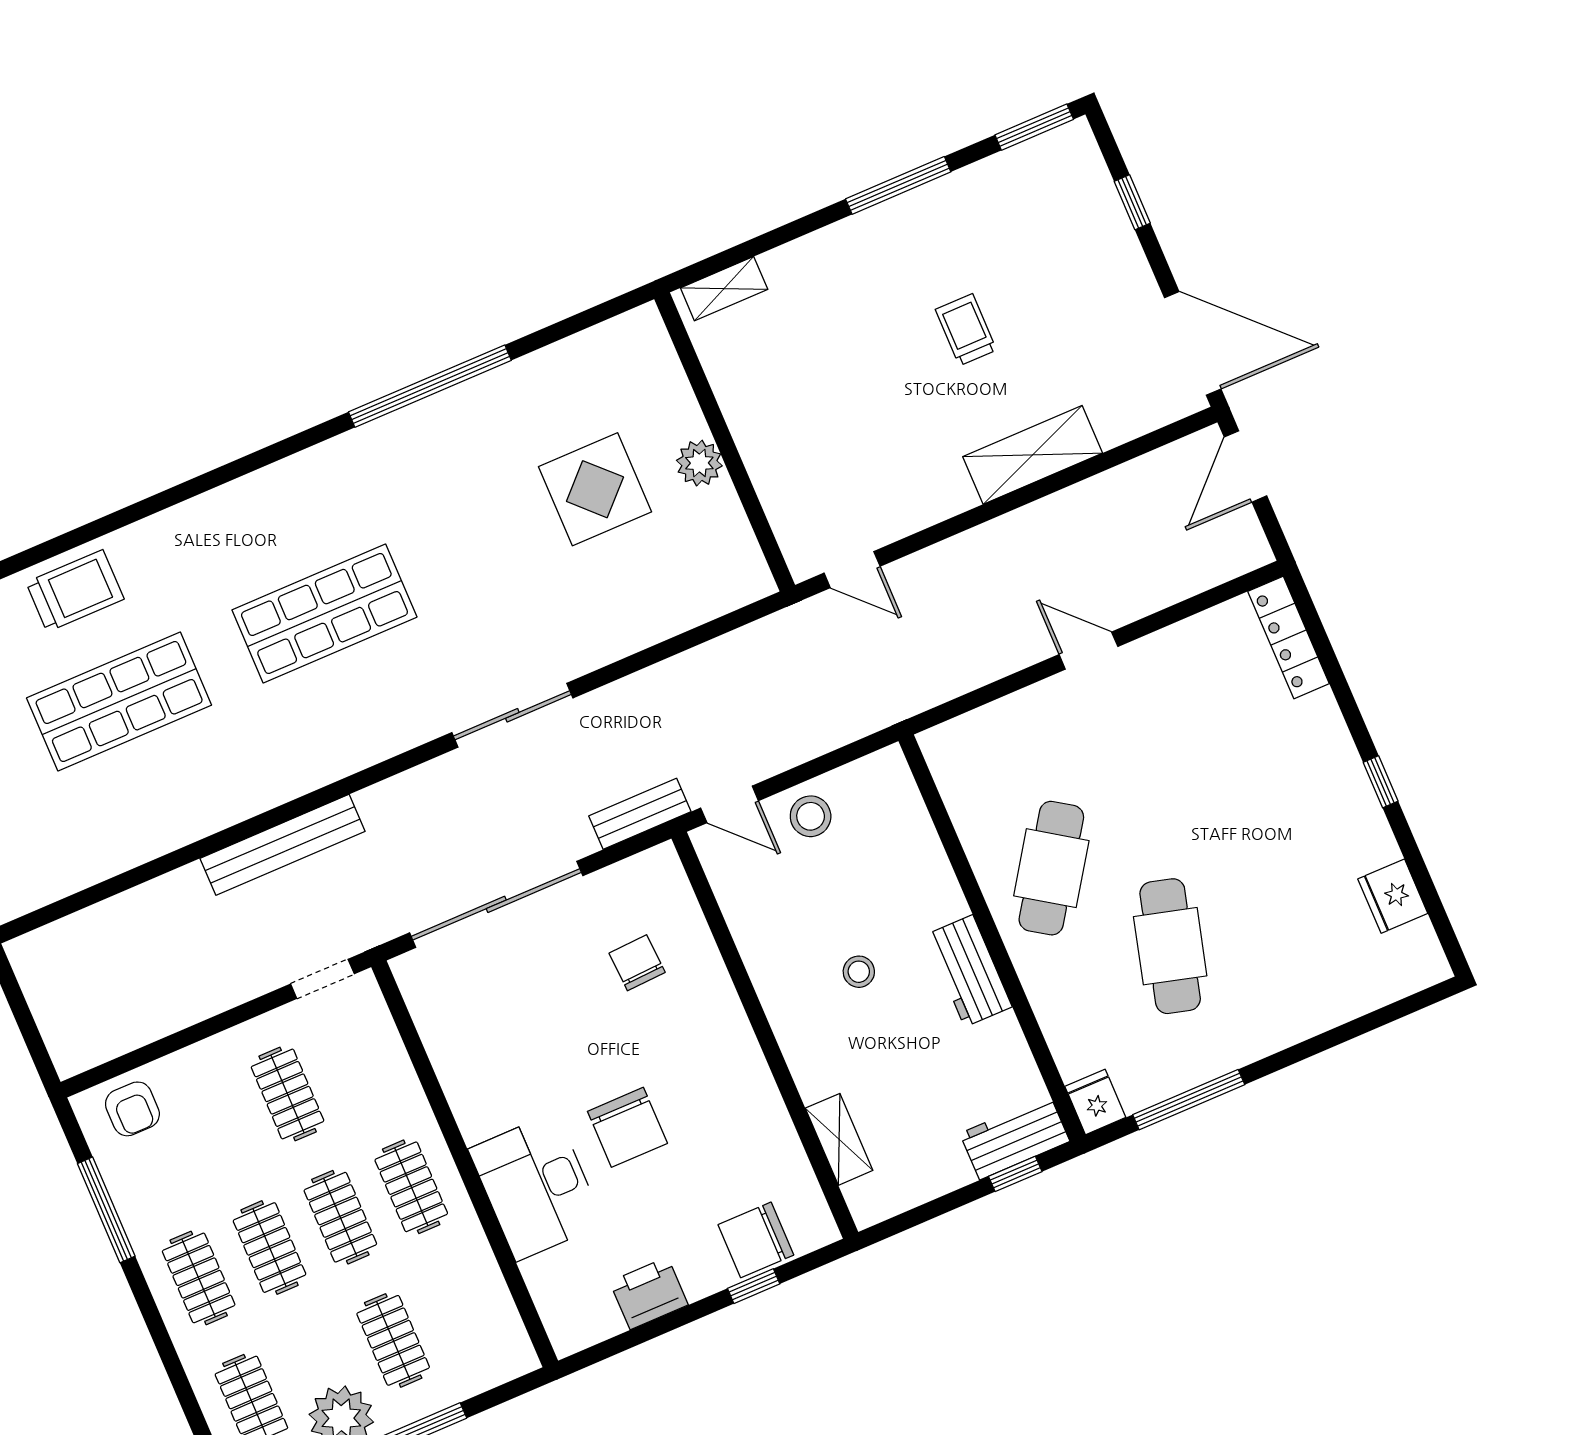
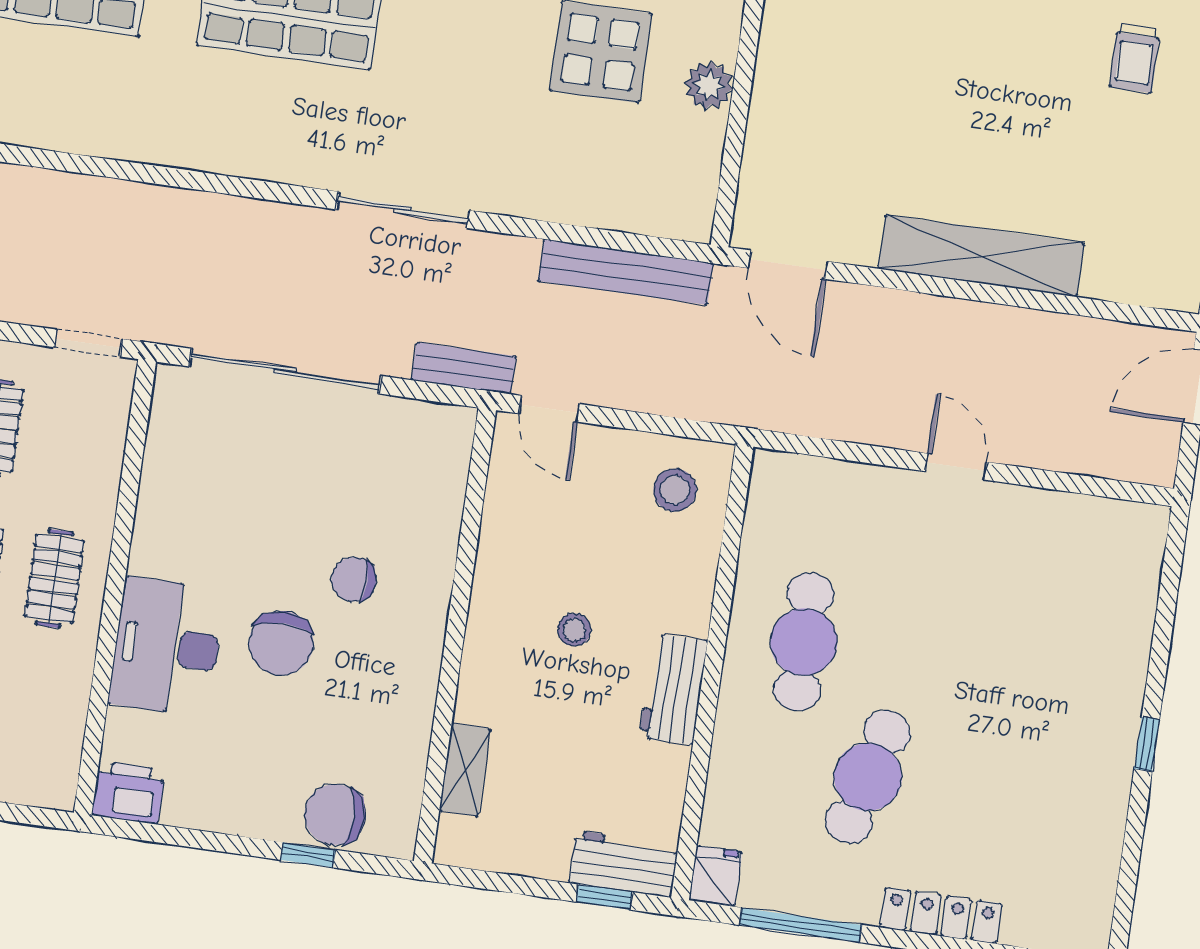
trolley: (966, 330) -> (1135, 58), moved, turned 180
shelving: (1033, 455) -> (981, 256), width x1.47
door: (852, 570) -> (788, 265), width x1.38
locker: (1289, 638) -> (941, 915), moved, turned 90
stool: (811, 816) -> (675, 490), moved
bench: (283, 845) -> (626, 272), moved
cafe table: (1051, 868) -> (804, 642), turned -34
fridge: (1393, 896) -> (1095, 854), removed
chair: (637, 963) -> (354, 579), moved, turned -87
printer: (649, 1293) -> (128, 792), moved

